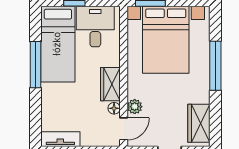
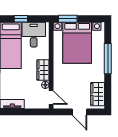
plant: (135, 107) -> (58, 84), removed
door: (124, 129) -> (51, 98), hinge flipped

